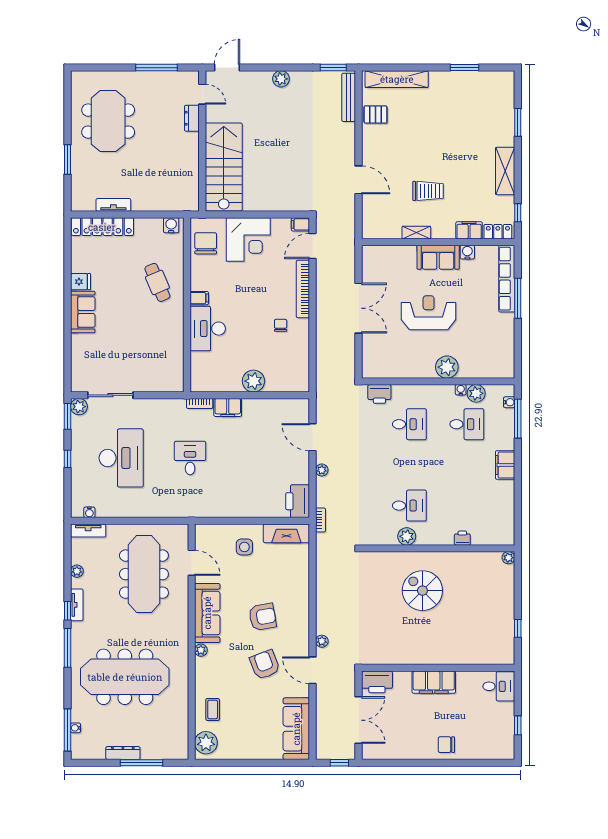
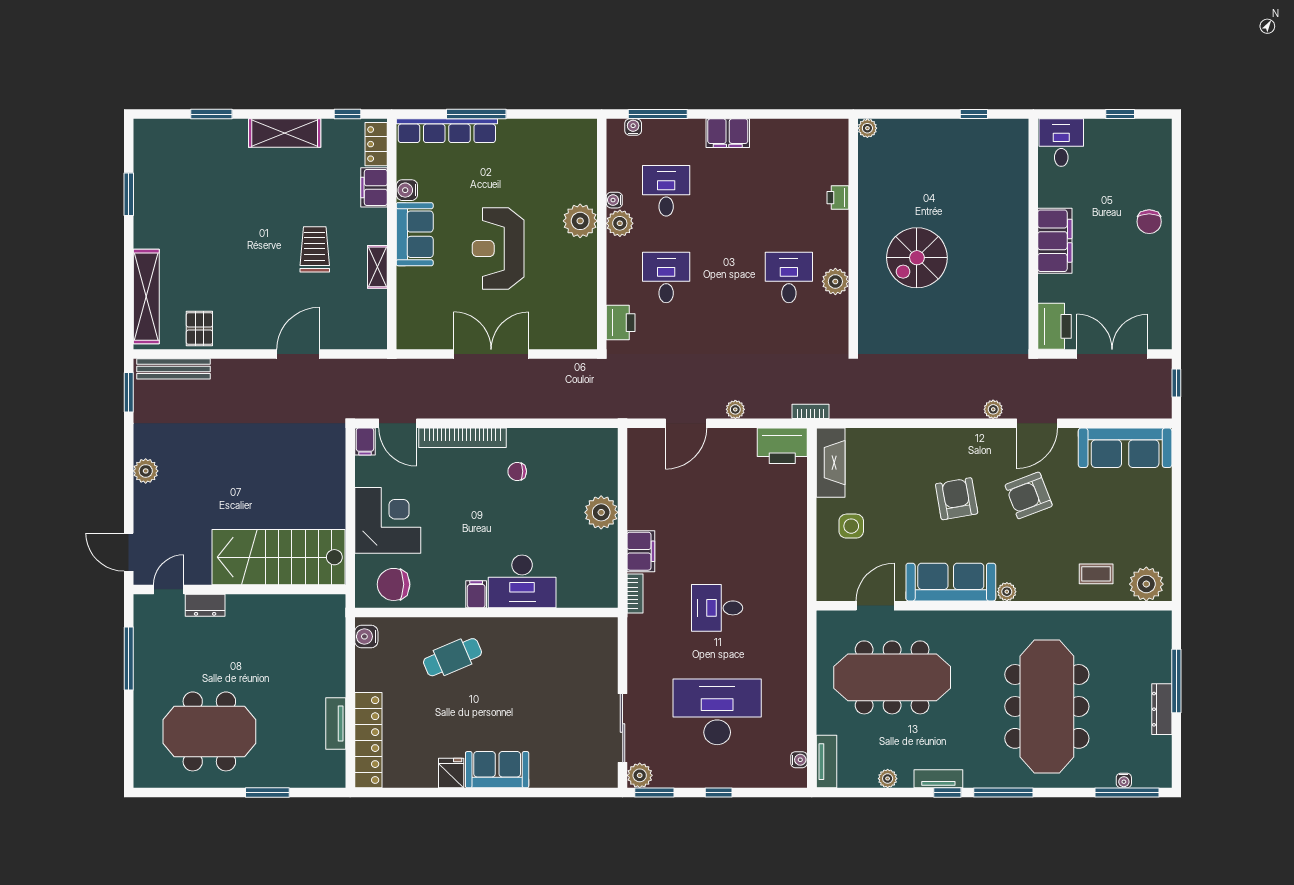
plant: (476, 393) -> (620, 223), moved

